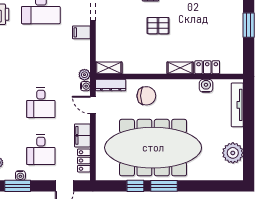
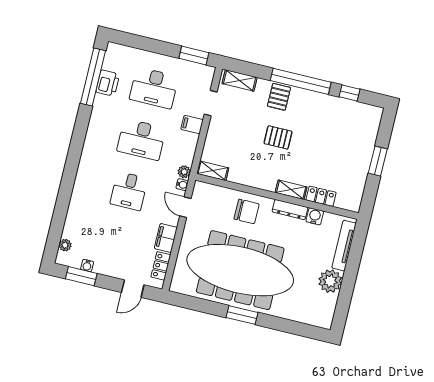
dresser: (111, 85) -> (290, 209), moved
desk: (41, 150) -> (141, 139), moved, width x1.37
plant: (233, 153) -> (330, 281), moved
window: (135, 186) -> (211, 307), removed

